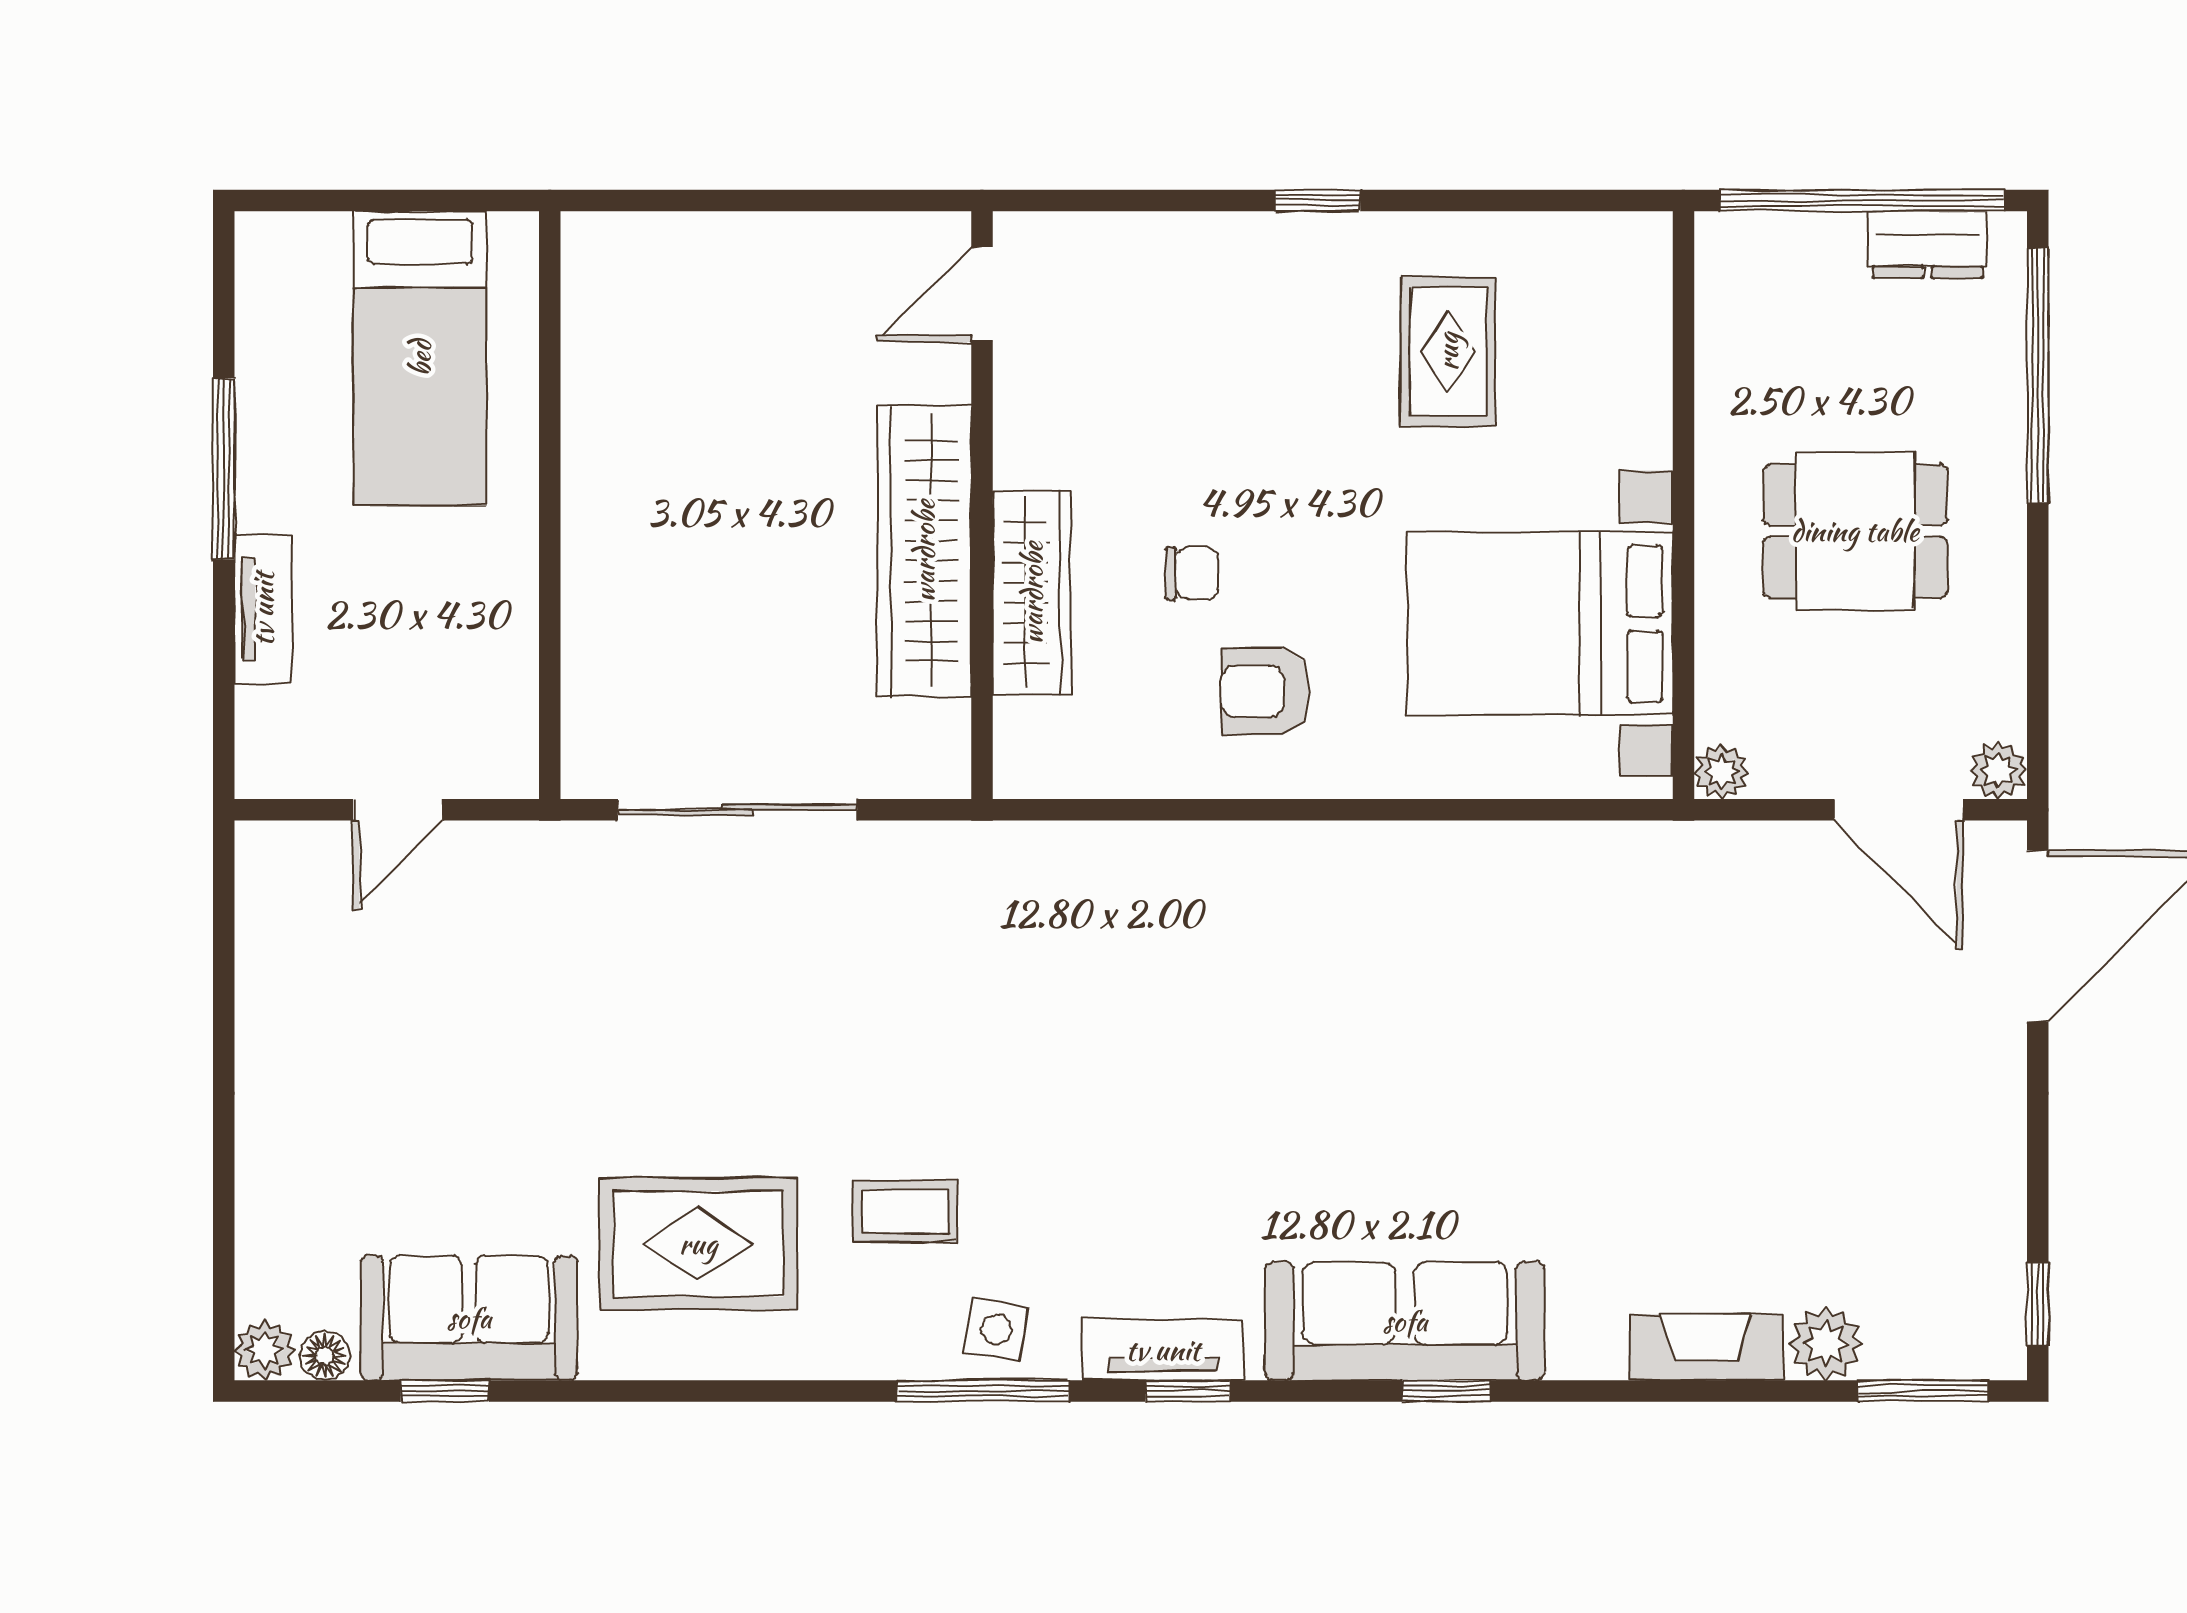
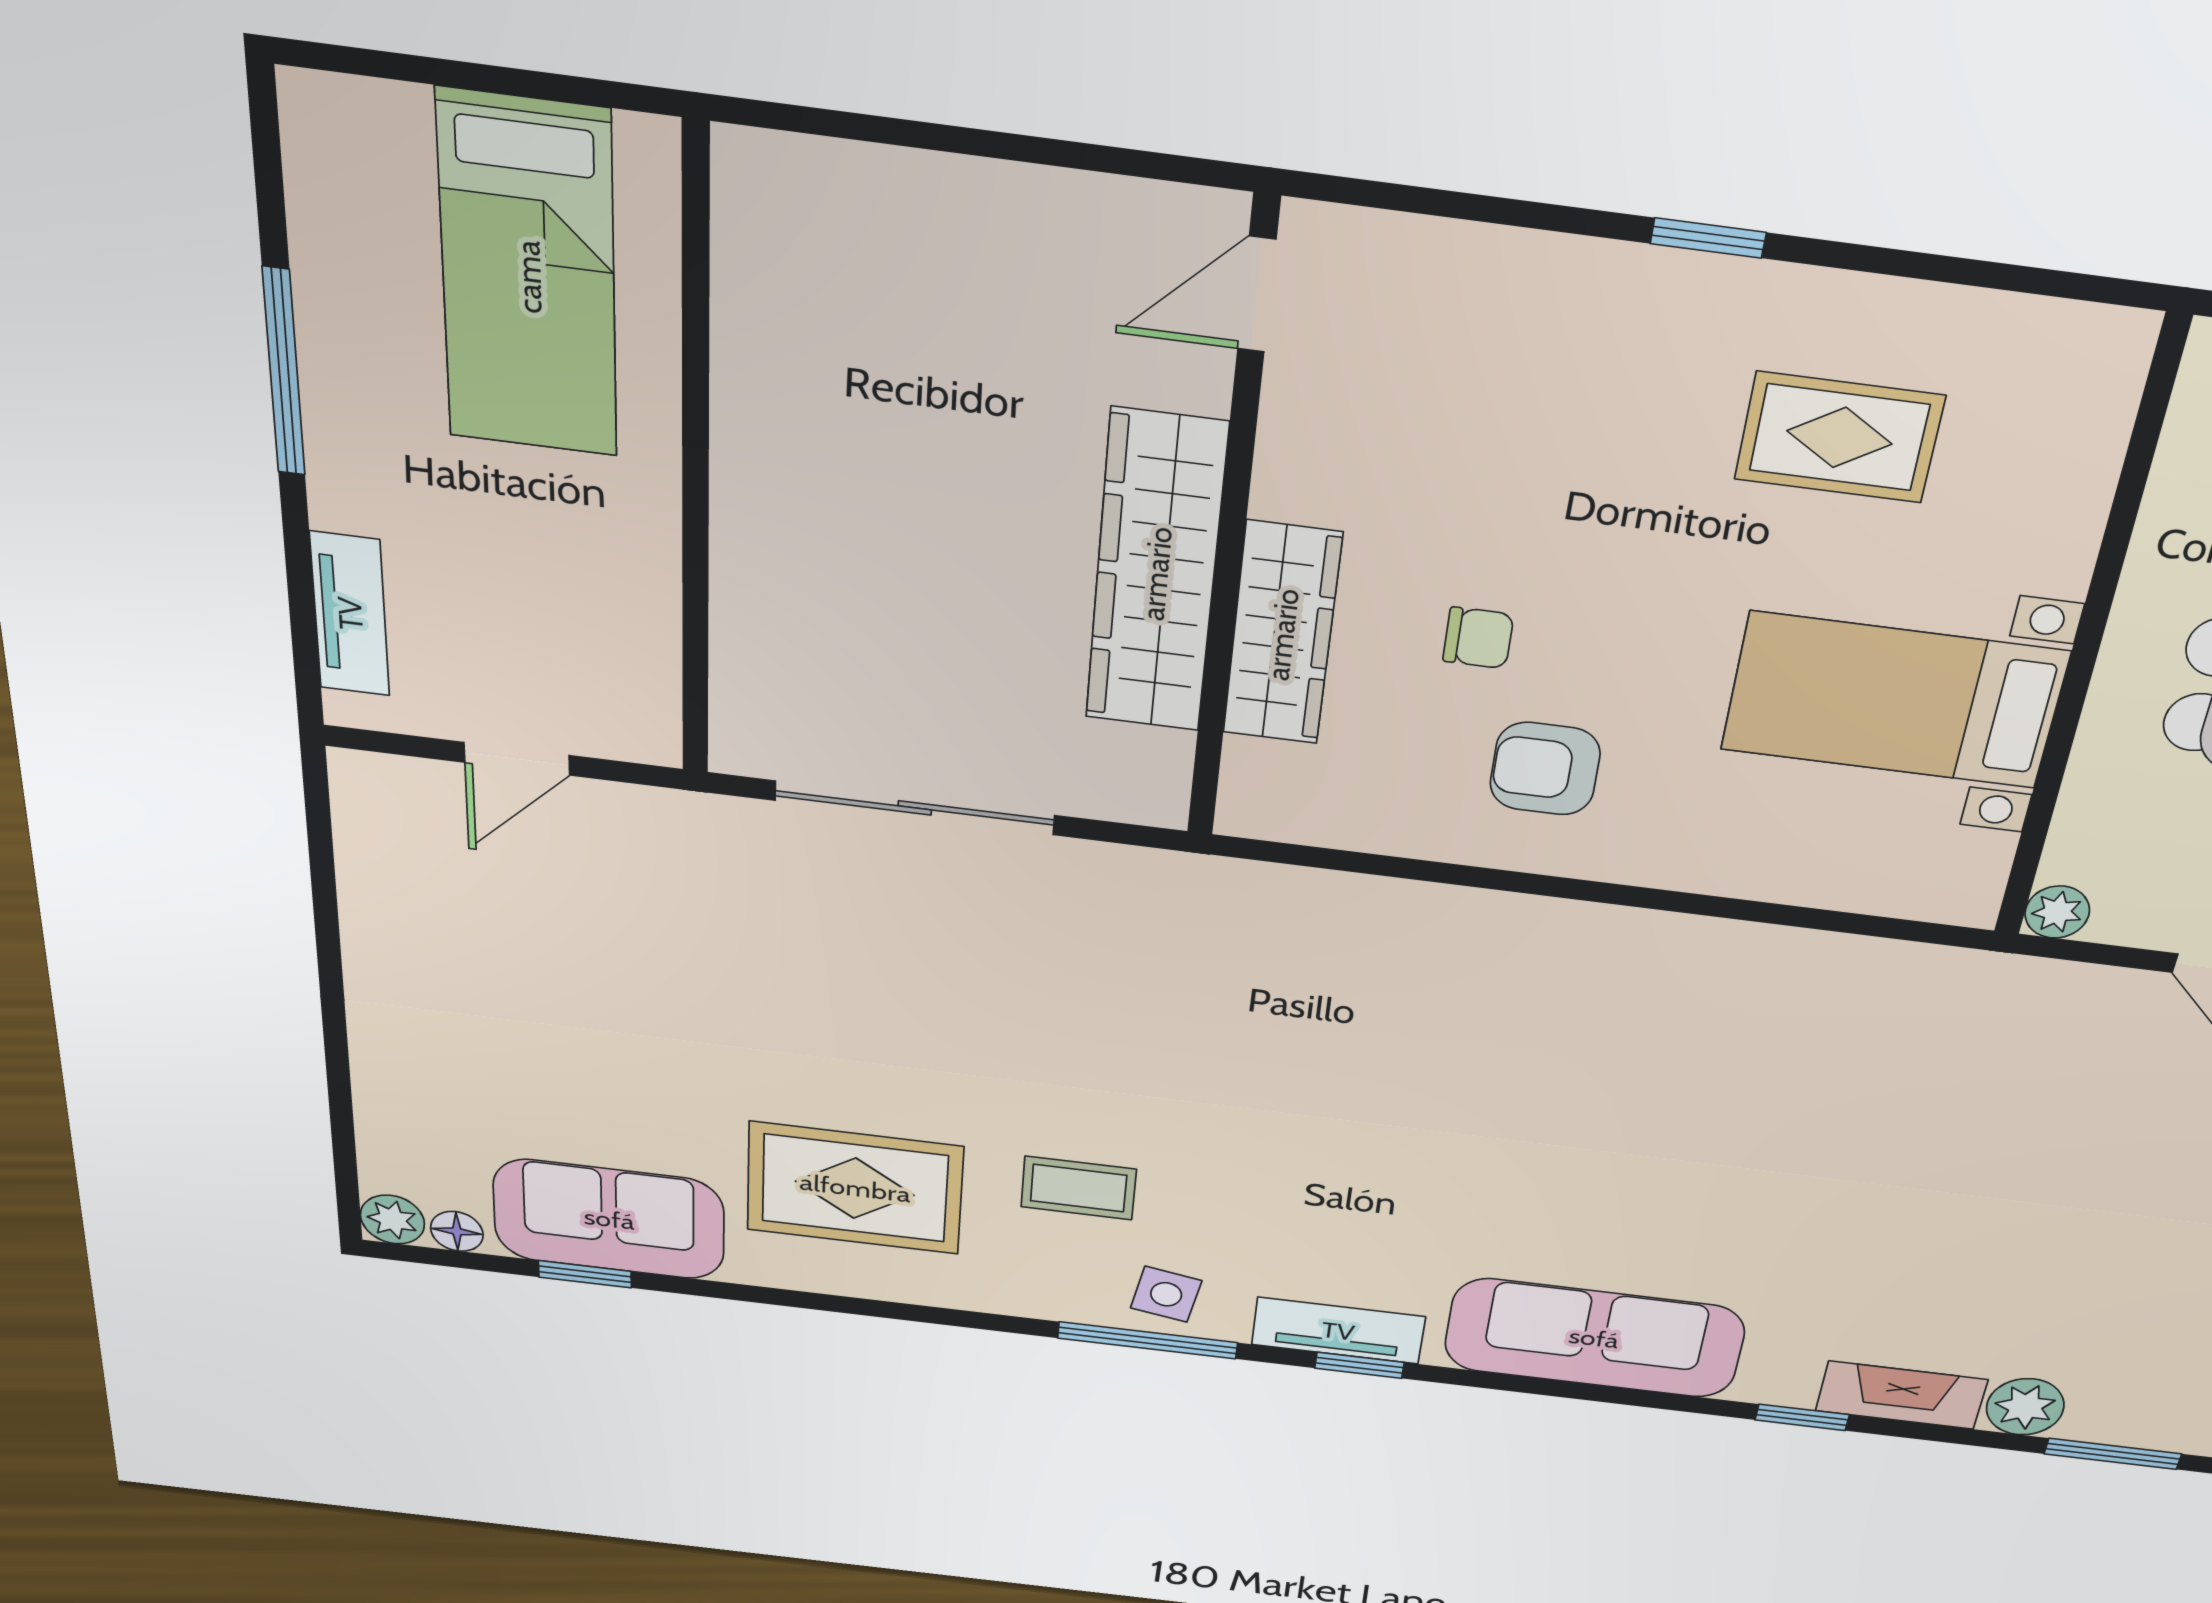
rug: (1448, 352) -> (1839, 437), turned 90
tv unit: (263, 609) -> (350, 614), moved
bed with nightstands: (1540, 624) -> (1894, 700), width x0.73
window: (1446, 1391) -> (1802, 1417), moved

